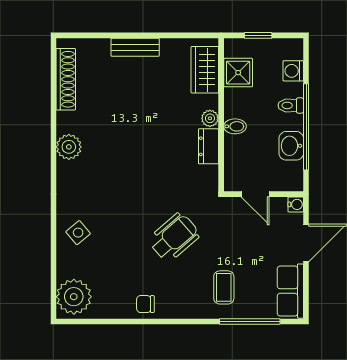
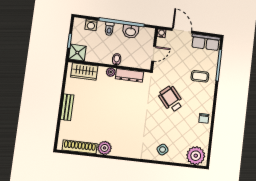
shower: (238, 73) -> (77, 53), moved
dresser: (208, 146) -> (130, 75), width x1.44
plant: (69, 147) -> (105, 148), moved

